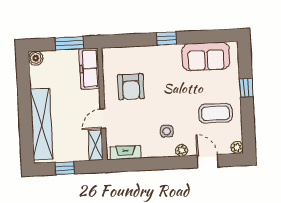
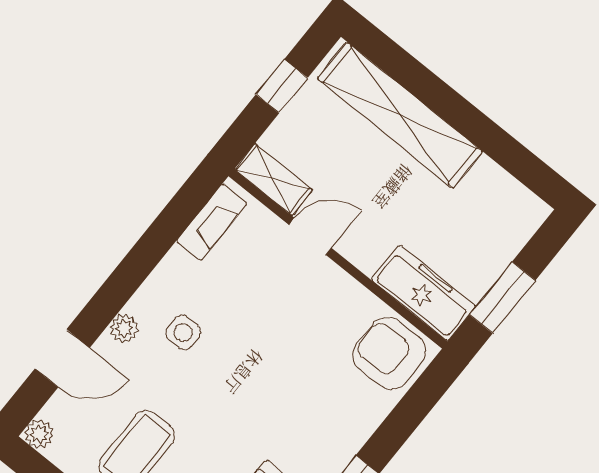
boiler: (36, 58) -> (530, 212), removed
armchair: (131, 87) -> (389, 353), moved
door: (103, 119) -> (310, 236), hinge flipped

